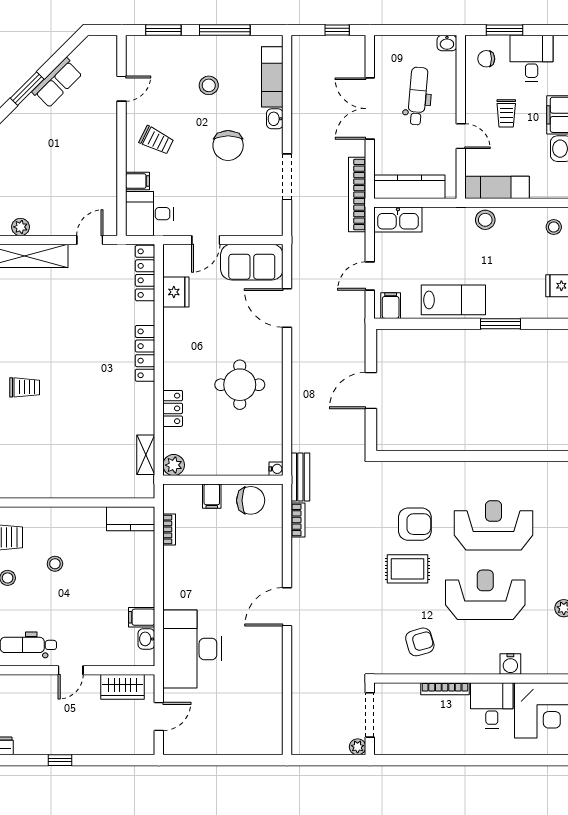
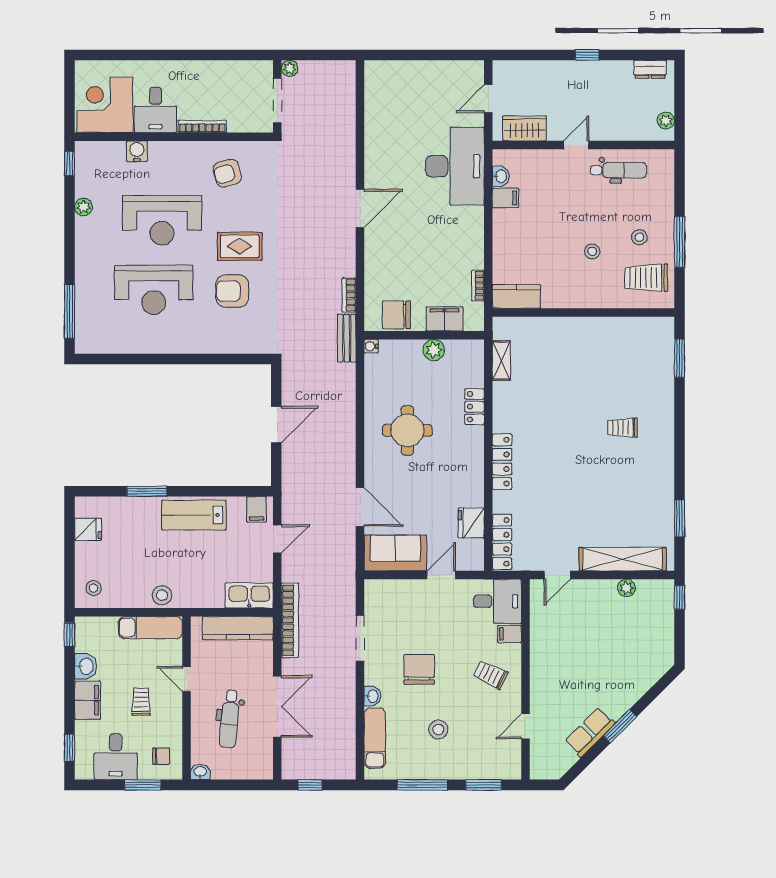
plant: (174, 465) -> (434, 350), moved
filing cabinet: (212, 496) -> (444, 319), width x2.00

